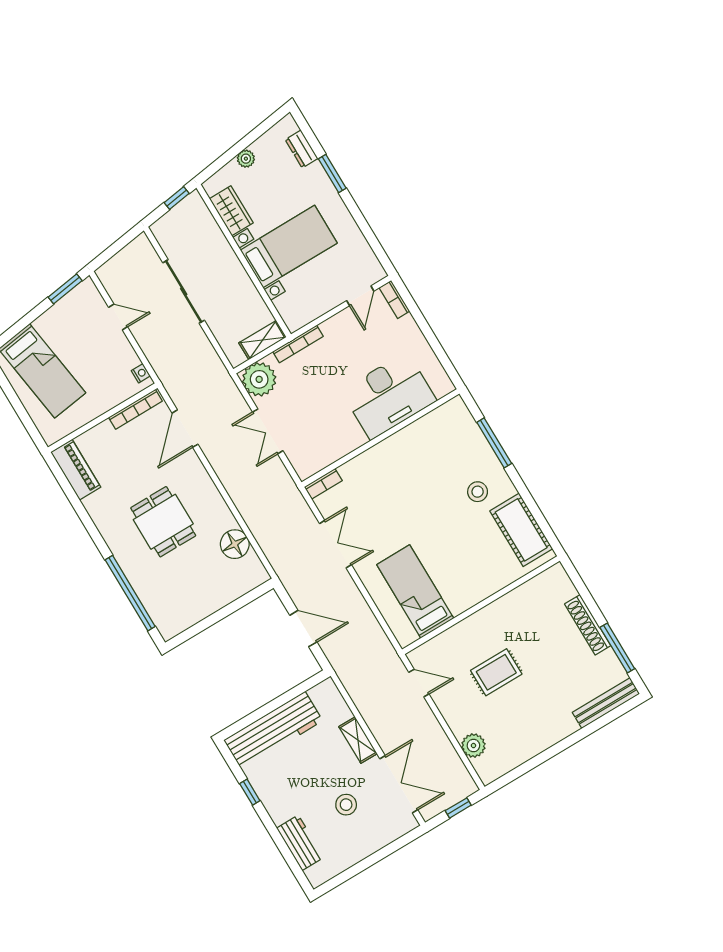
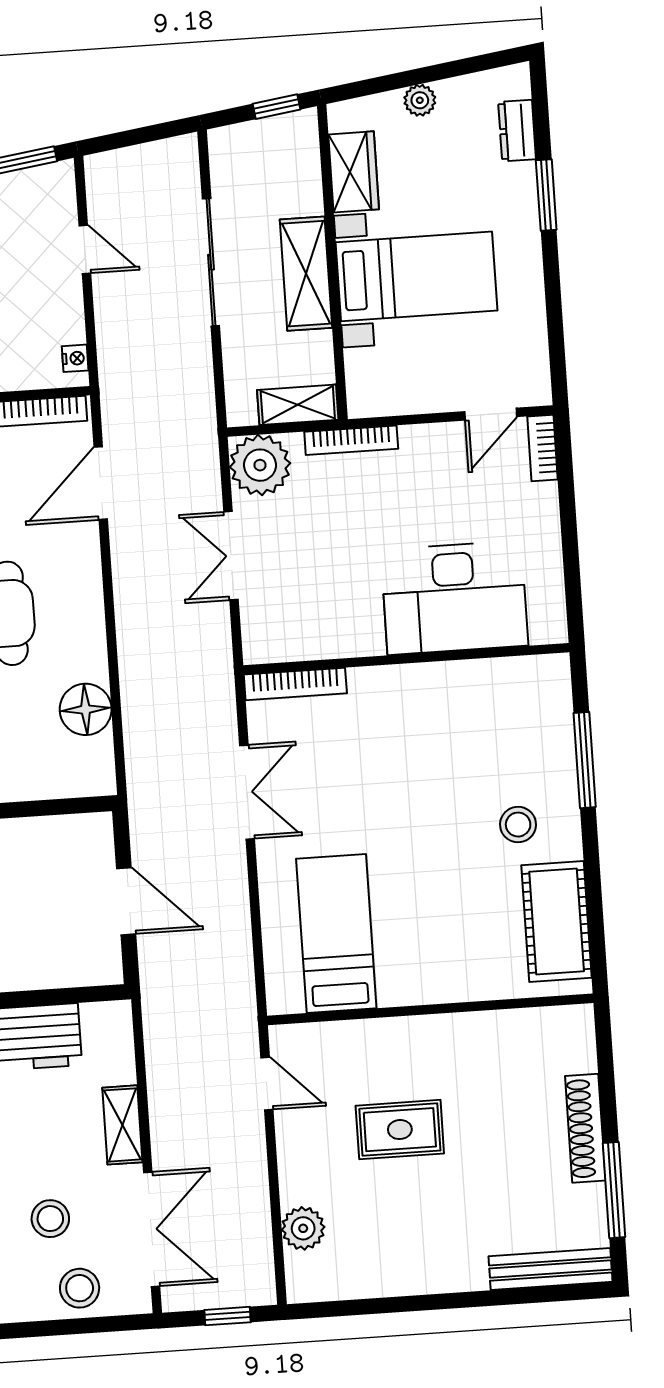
shelving: (233, 273) -> (306, 274), added
bookcase: (323, 484) -> (295, 684), width x1.56
stool: (378, 832) -> (80, 1288), added

